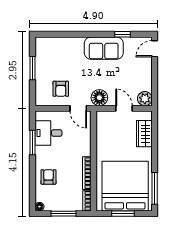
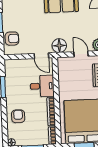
armchair: (61, 89) -> (12, 39), moved, turned -90
desk: (48, 133) -> (42, 86), moved, turned 180

